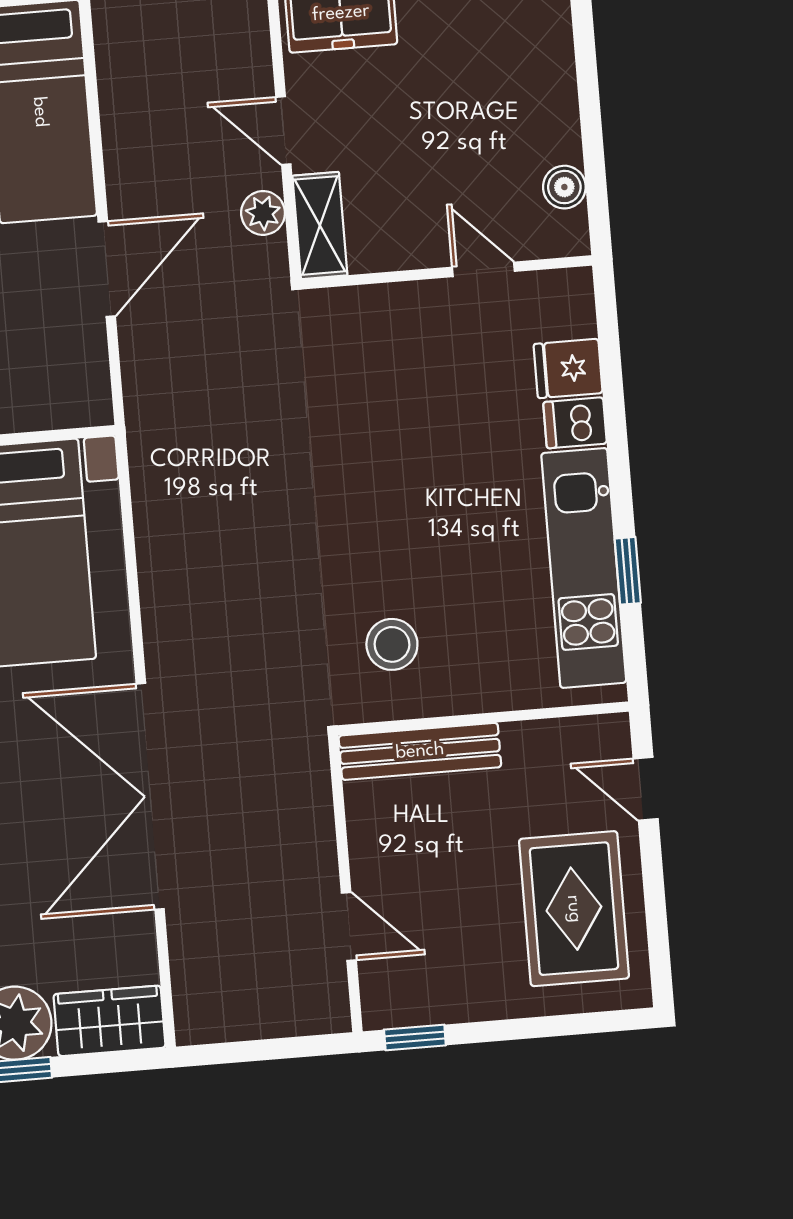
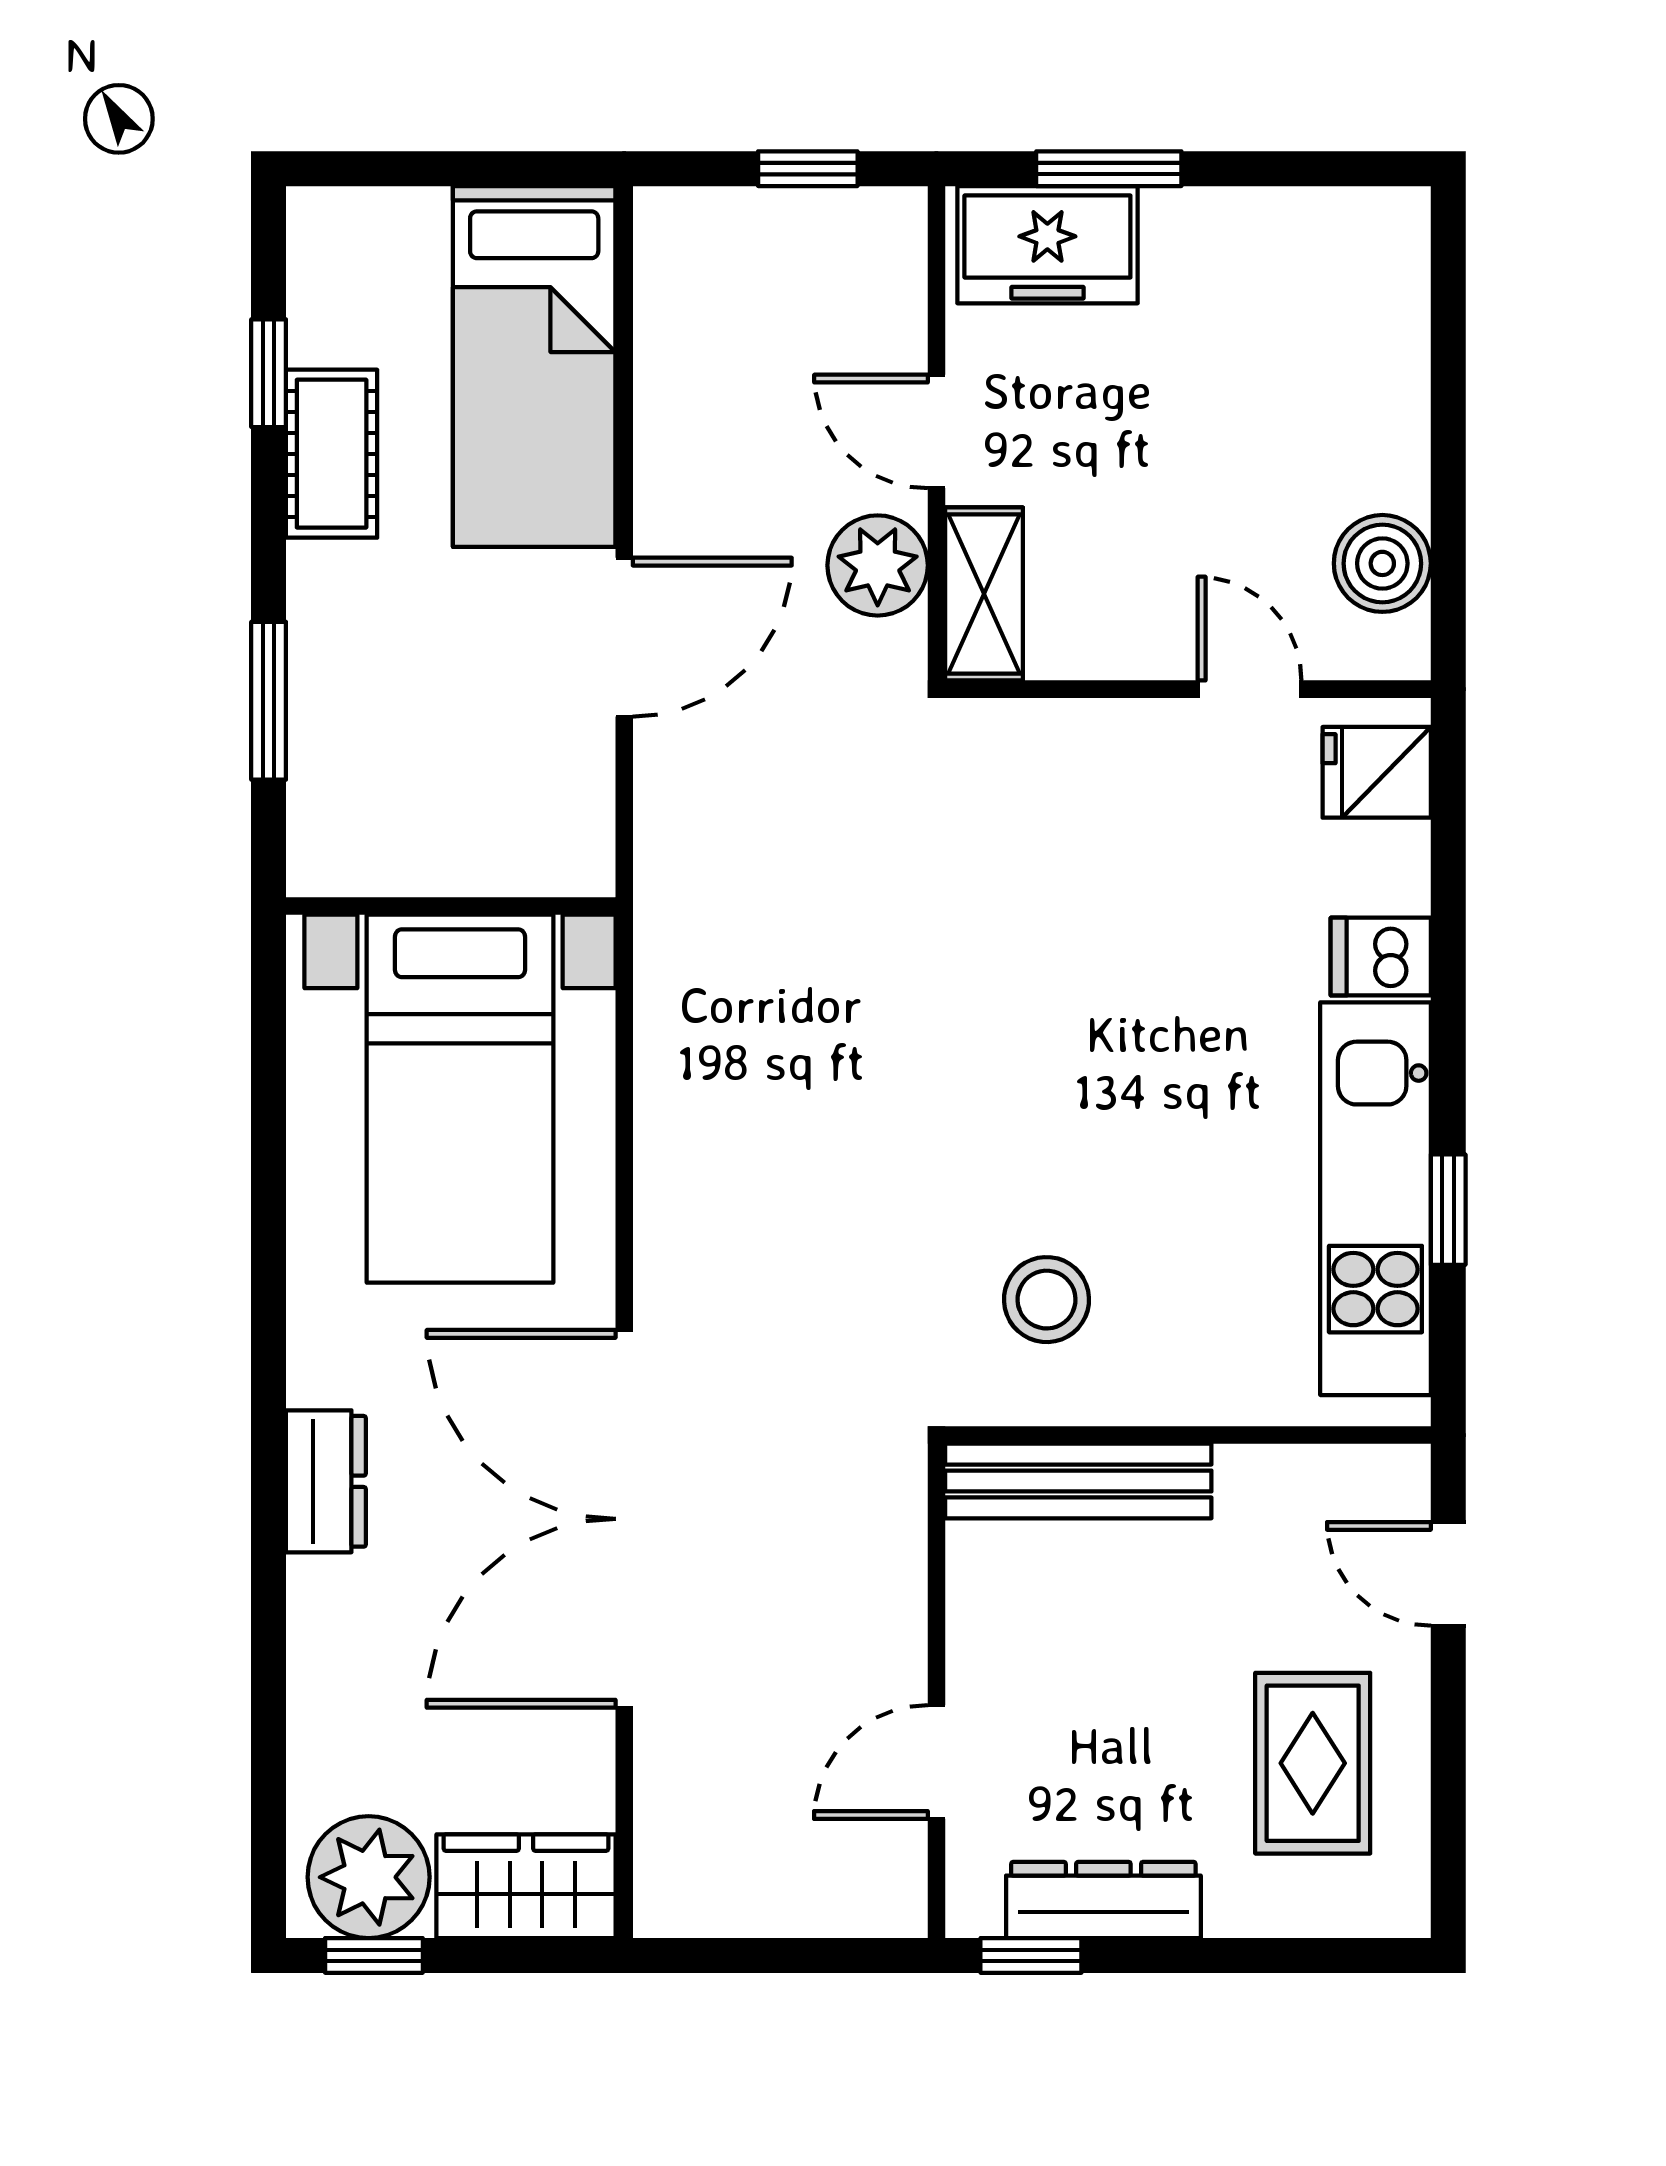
boiler: (564, 187) -> (1382, 563), width x1.36, depth x1.36
plant: (263, 213) -> (878, 565), width x1.38, depth x1.38
fridge: (568, 368) -> (1377, 772), moved
rug: (574, 909) -> (1313, 1763), width x0.73, depth x0.70
door: (349, 926) -> (936, 1762), swing flipped
dresser: (456, 1001) -> (1103, 1900), added

